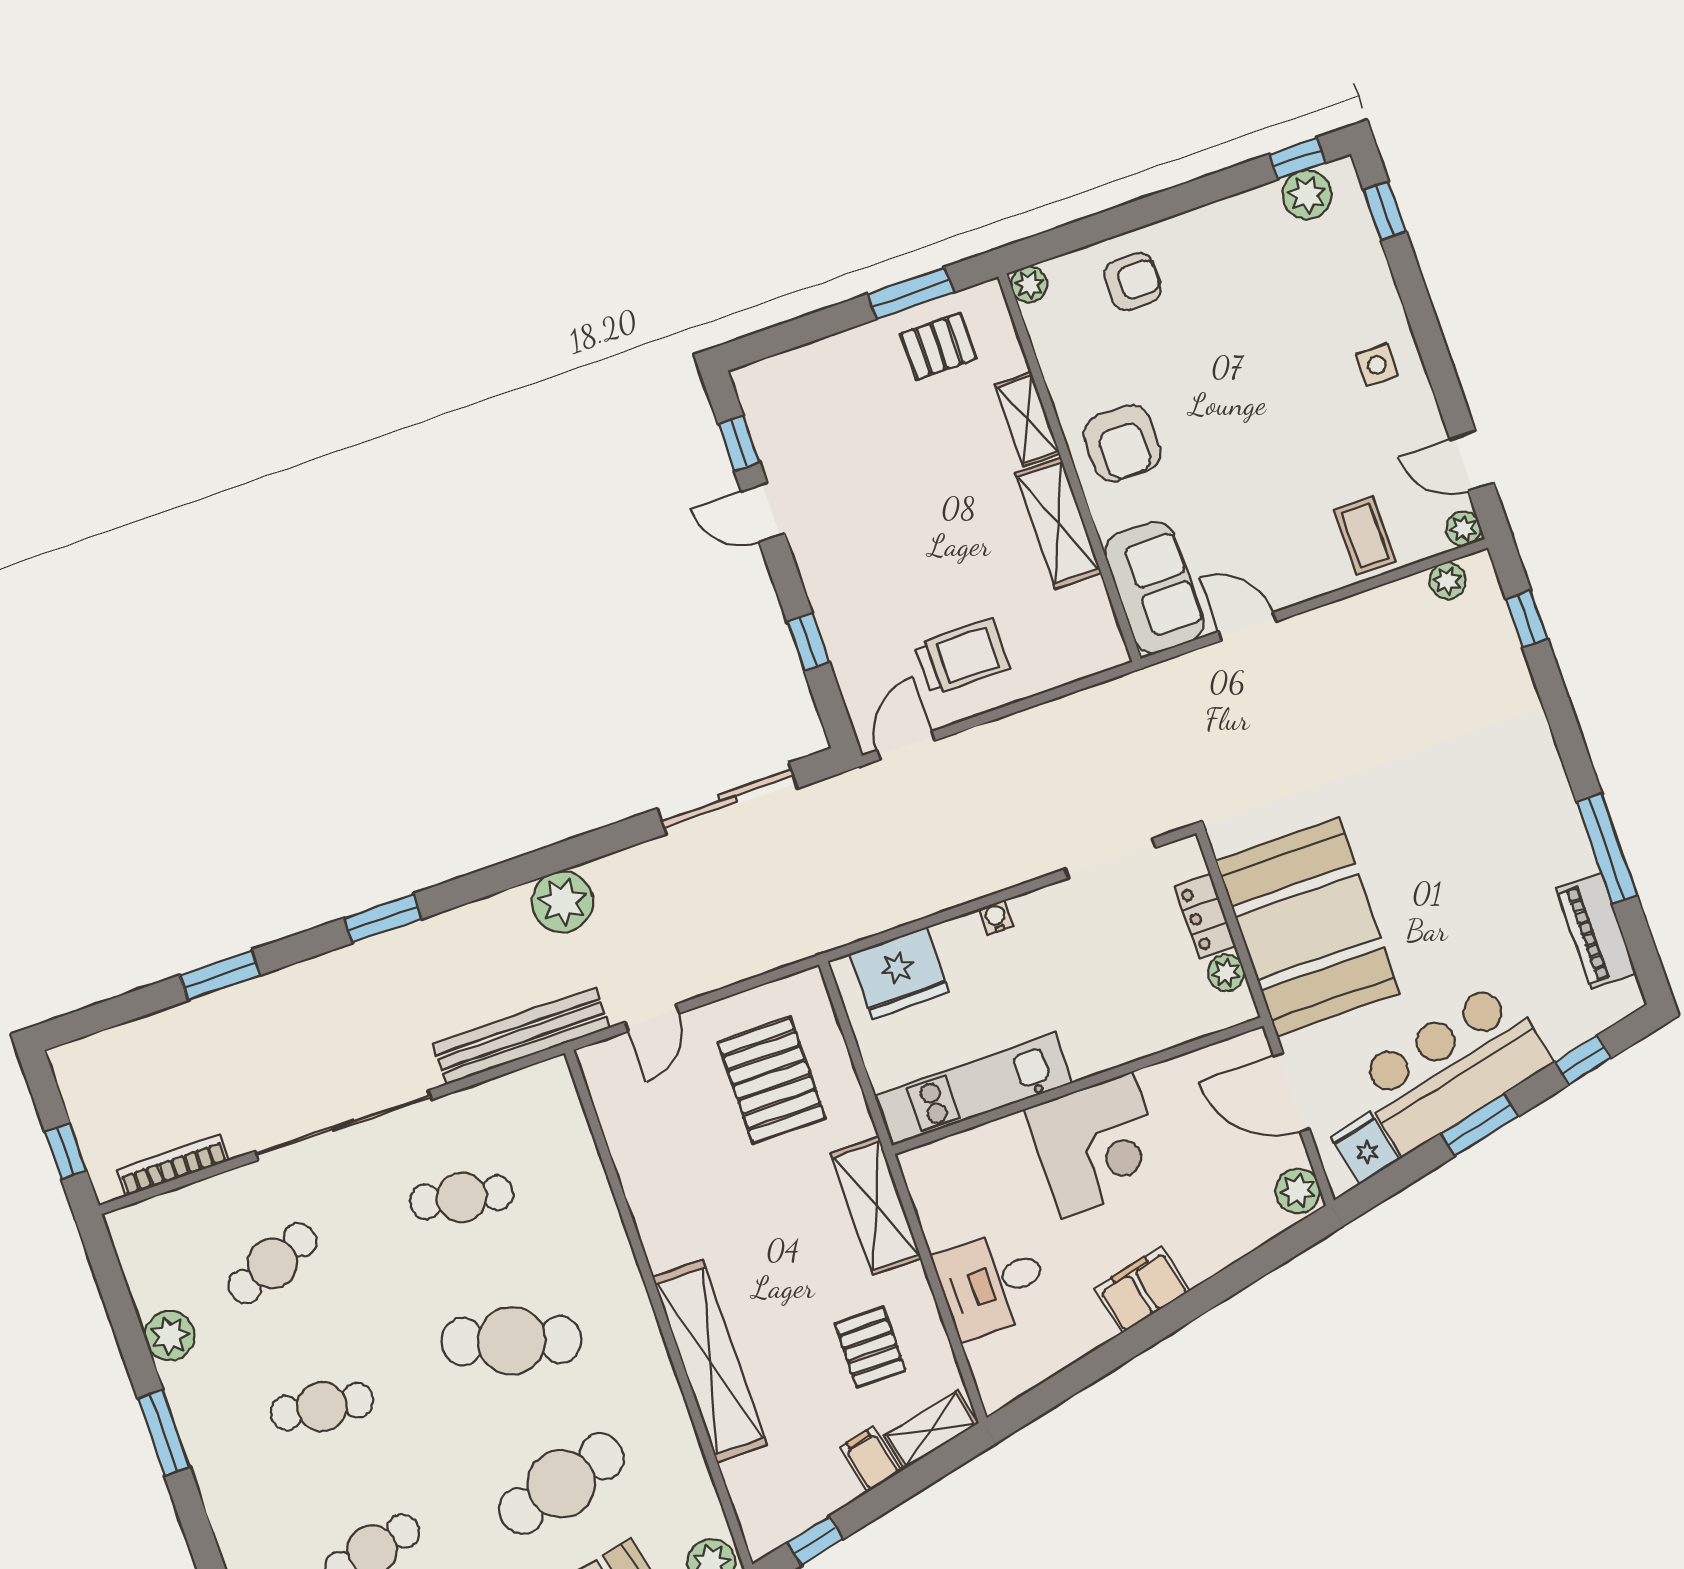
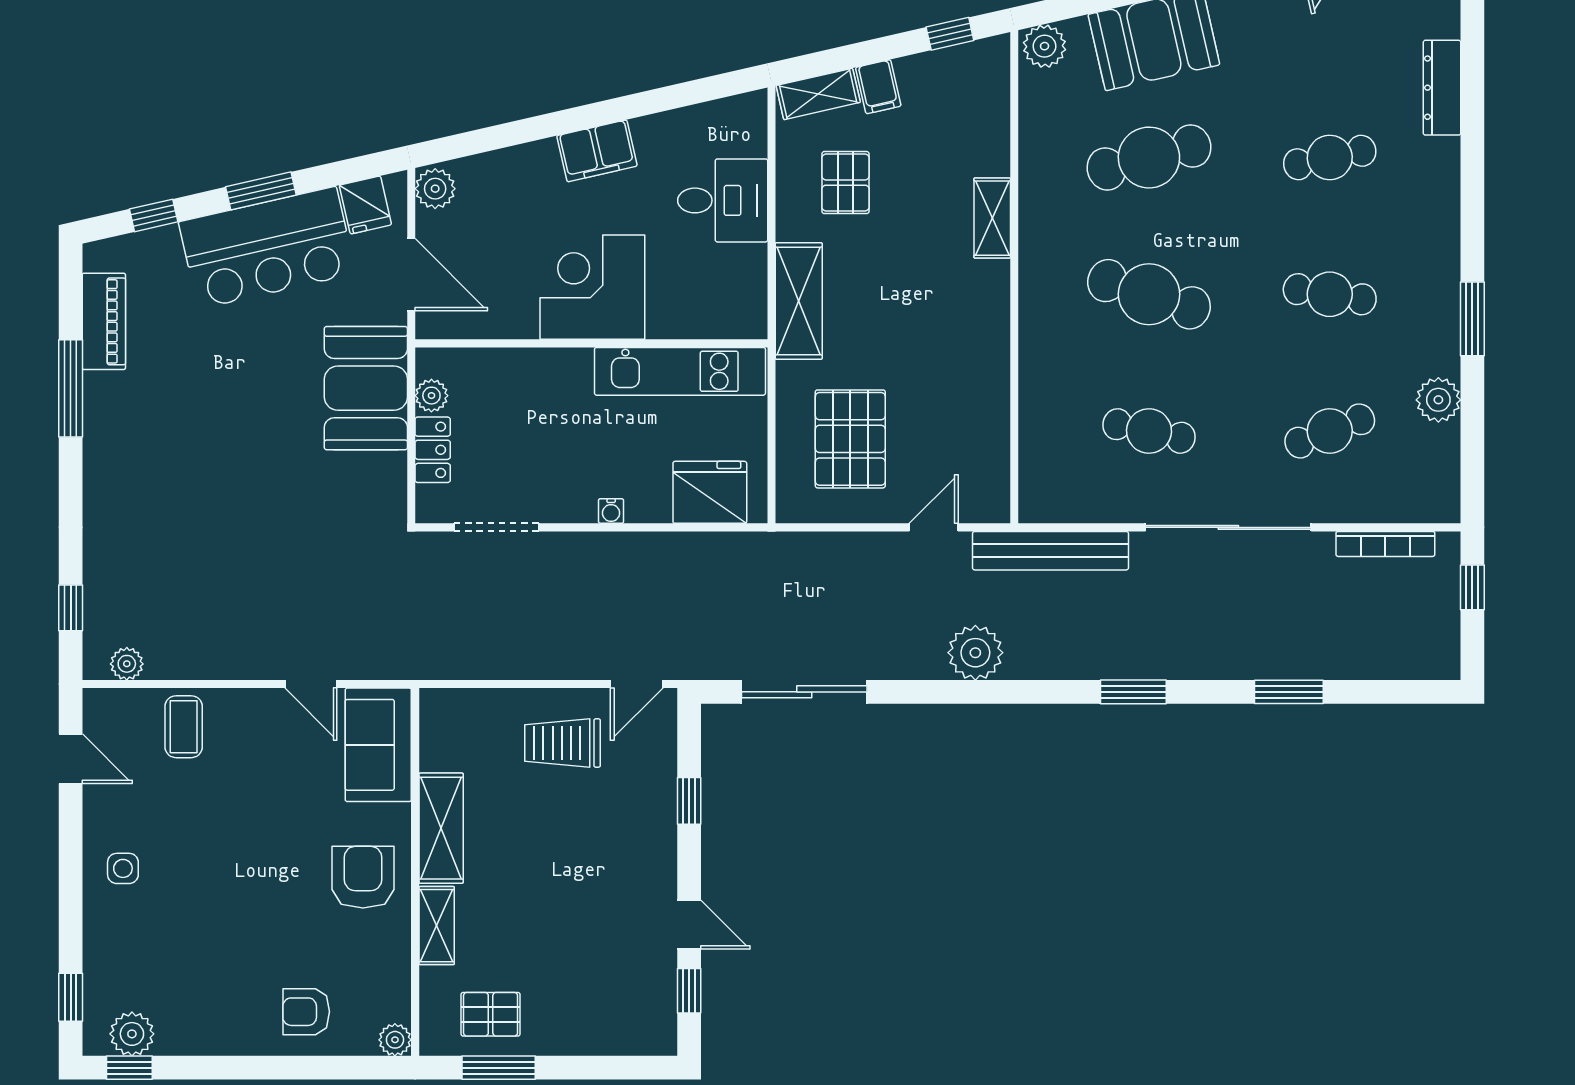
plant: (1464, 529) -> (98, 703), removed
booth: (1308, 927) -> (366, 388), width x0.73, depth x0.70
shelving: (710, 1361) -> (992, 218), width x0.45, depth x0.75

